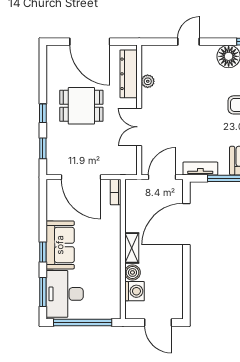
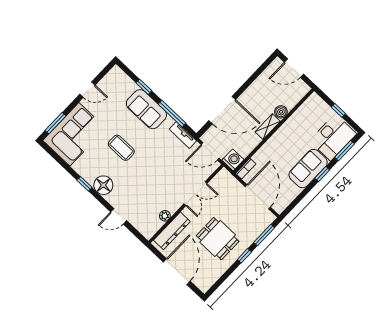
window: (43, 148) -> (264, 235), width x1.50
washing machine: (135, 291) -> (233, 160), moved, turned 90
window: (83, 322) -> (338, 110), width x0.32
door: (158, 322) -> (294, 68), swing flipped

